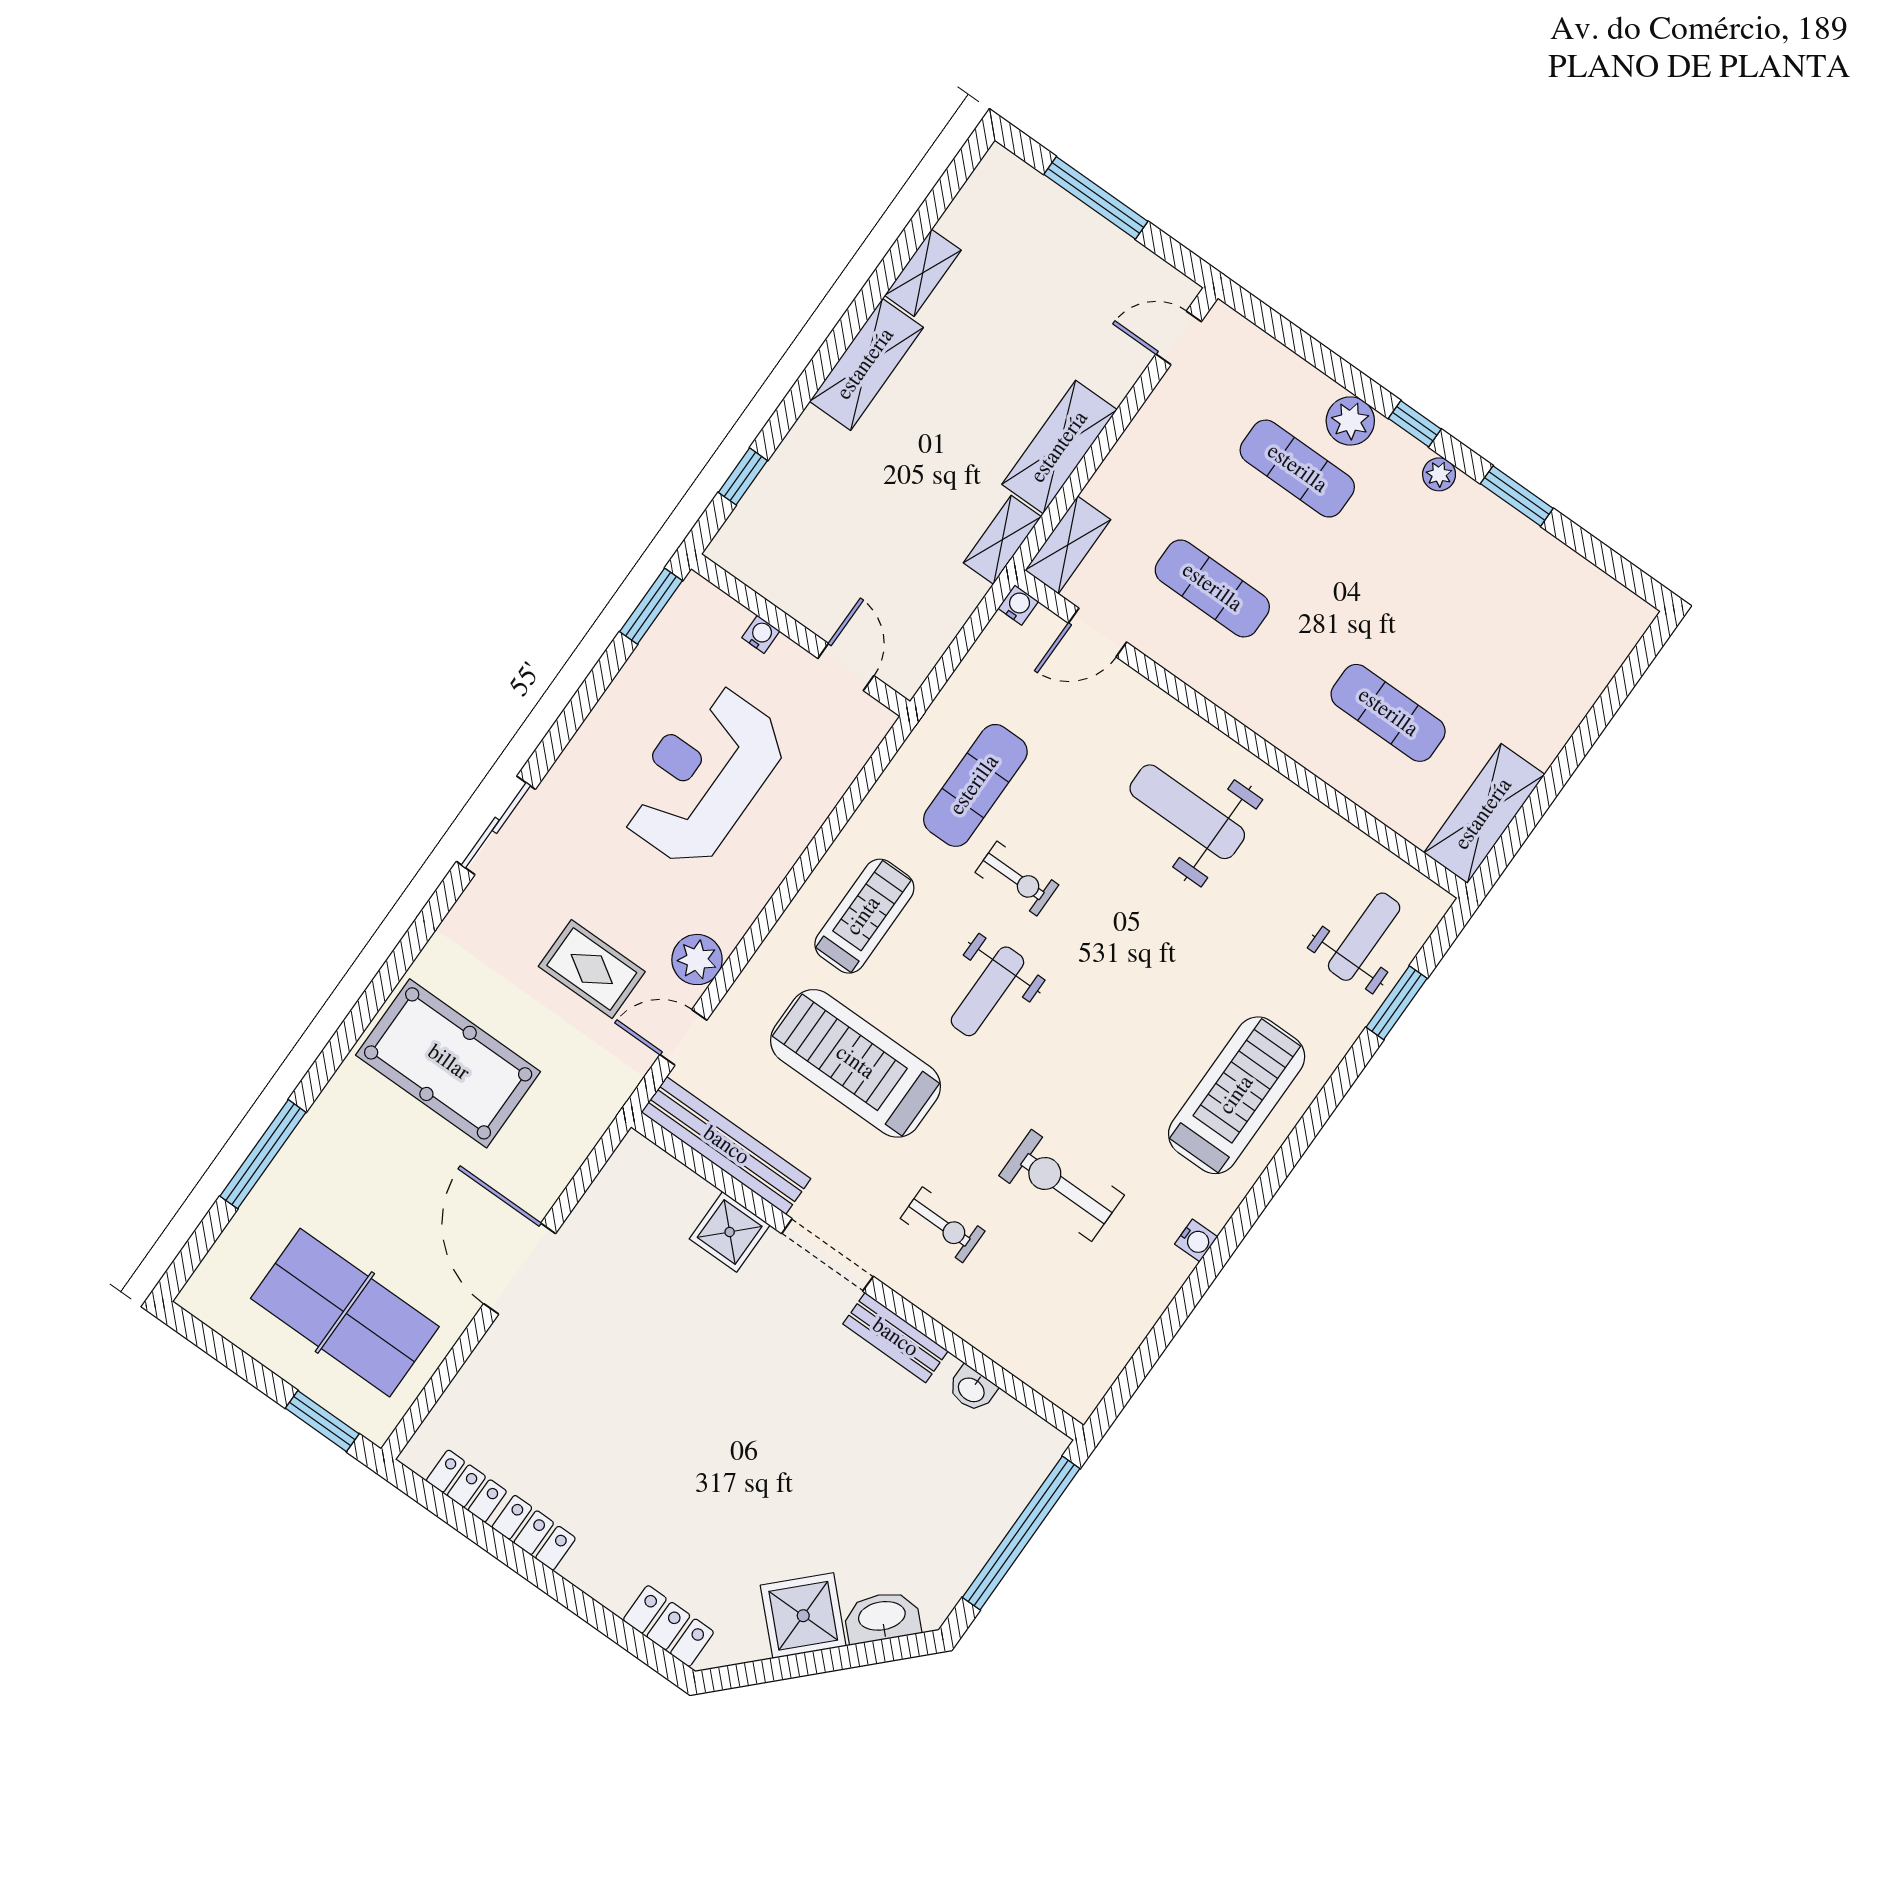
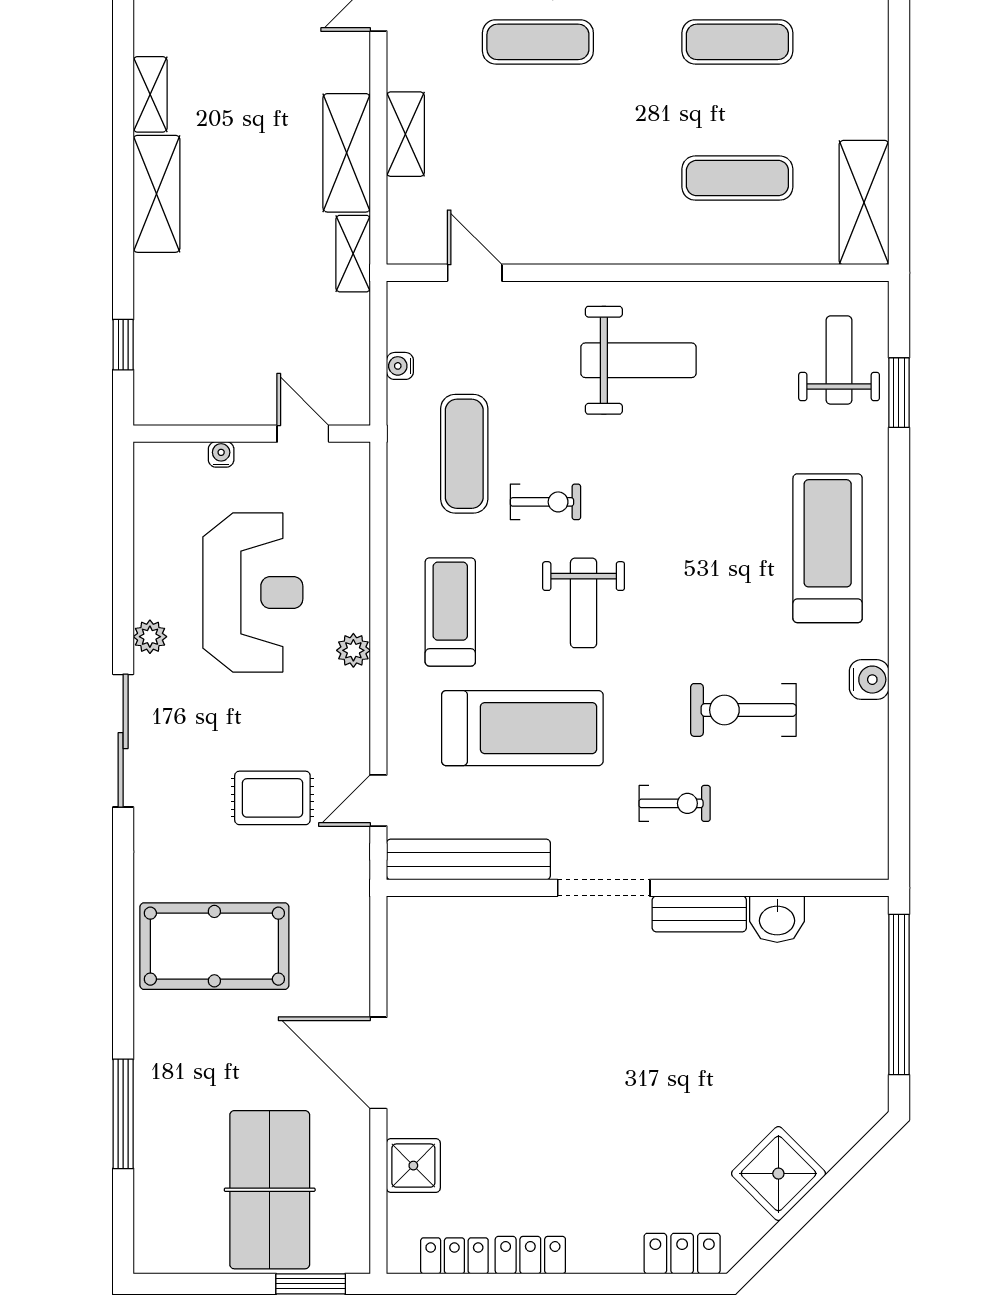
shelving: (1068, 545) -> (405, 134), moved
exercise mat: (1212, 588) -> (737, 42), moved
water cooler: (1018, 605) -> (400, 366), moved, turned -90
window: (651, 606) -> (123, 492), removed
door: (1098, 633) -> (475, 273), swing flipped
plant: (584, 751) -> (150, 637), added
reception desk: (703, 776) -> (253, 592), turned 180
weight bench: (1187, 812) -> (638, 360), turned 180
sliding door: (496, 825) -> (123, 741), width x1.37
plant: (697, 960) -> (353, 650), moved, width x0.73, depth x0.73
treadmill: (855, 1063) -> (522, 728), turned 180
shower: (730, 1232) -> (413, 1166), moved
water cooler: (1196, 1240) -> (869, 680), width x1.38, depth x1.38
table tennis table: (345, 1313) -> (270, 1190), turned 90
washbasin: (972, 1389) -> (777, 919), width x1.38, depth x1.45
washbasin: (882, 1617) -> (839, 1132), removed

